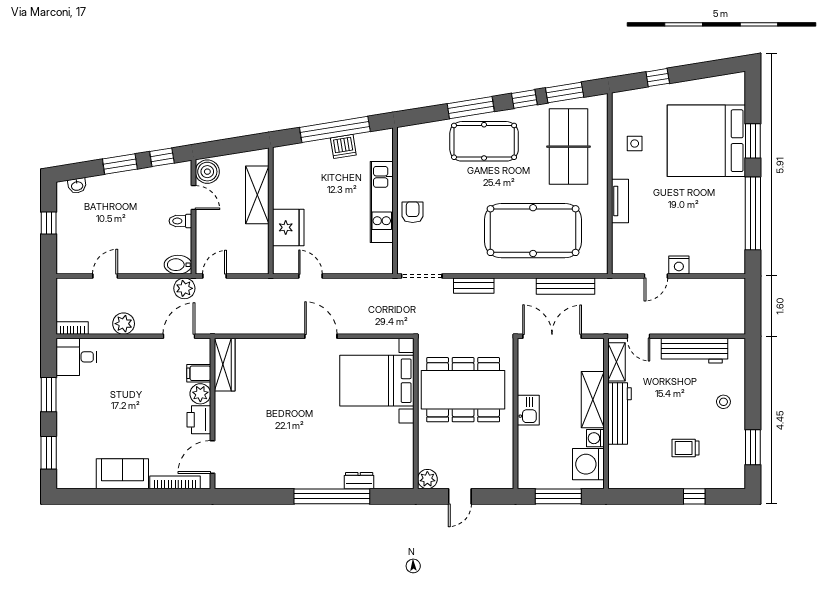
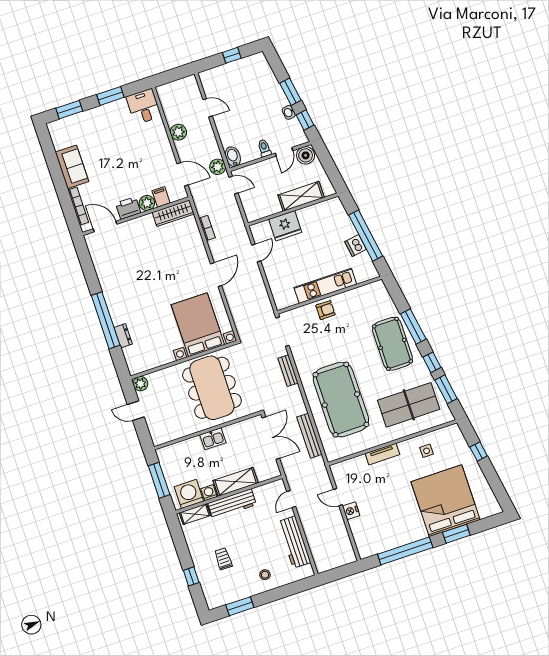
washbasin: (77, 186) -> (289, 112), moved
bookcase: (72, 328) -> (207, 228), moved
shelving: (617, 362) -> (195, 514), moved

